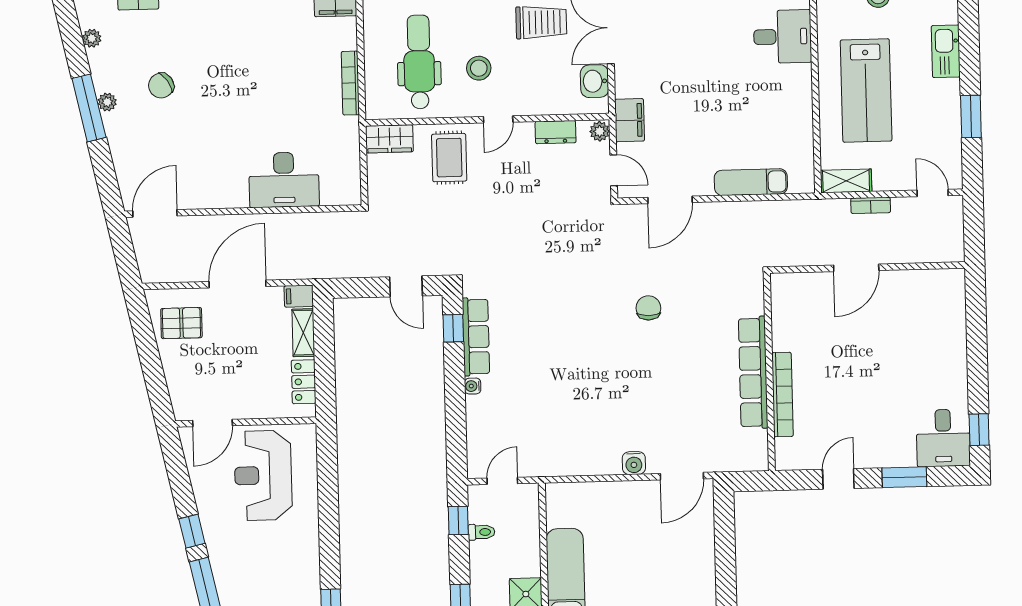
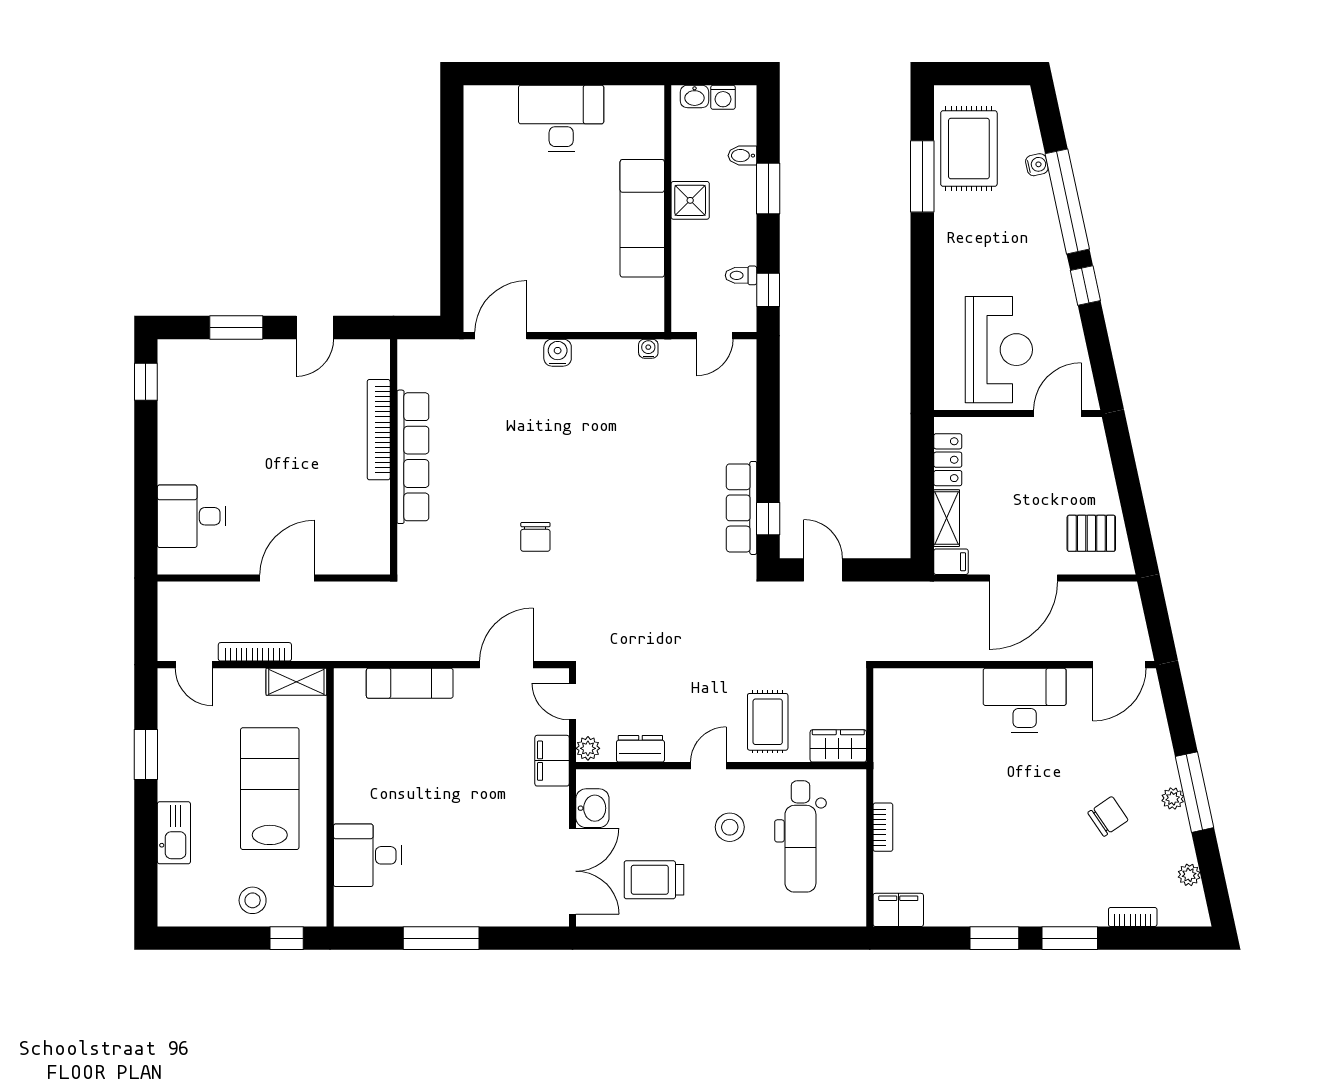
bookcase: (350, 83) -> (883, 827), width x0.64
desk: (284, 180) -> (1025, 700), moved
bookcase: (871, 205) -> (255, 652), width x1.56
water cooler: (473, 386) -> (648, 349), moved, turned -90
desk: (943, 438) -> (191, 516), moved, turned -90

